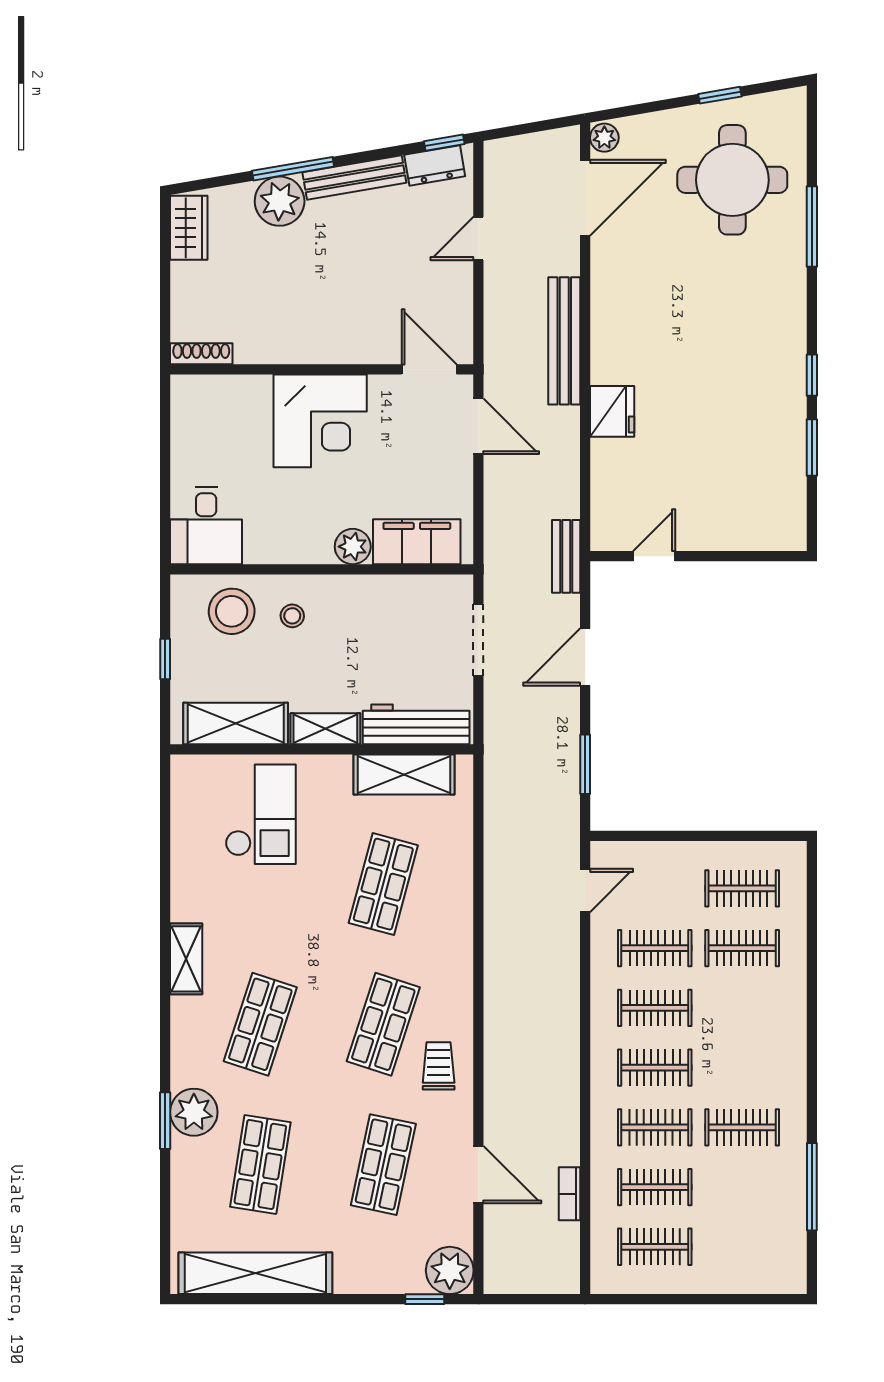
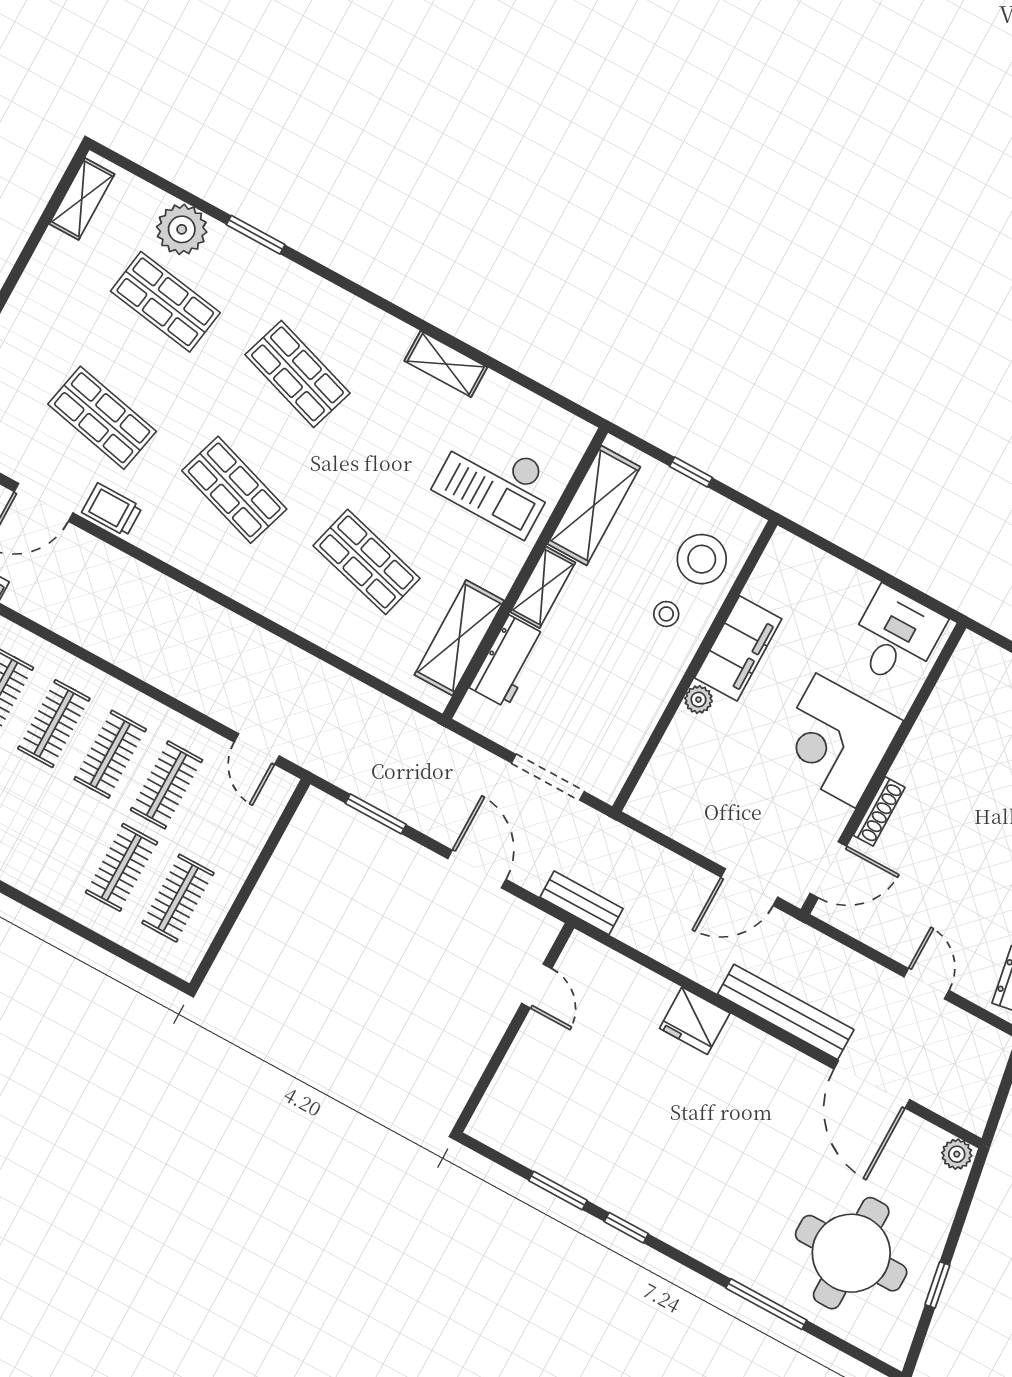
door: (585, 198) -> (872, 1084), moved
shoe rack: (201, 354) -> (879, 811), moved
desk: (206, 526) -> (896, 637), moved, turned 90
filing cabinet: (417, 542) -> (738, 648), moved
plant: (353, 547) -> (698, 700), width x0.73, depth x0.73
workbench: (416, 724) -> (508, 661), width x0.73
shelving: (186, 959) -> (446, 364), moved
trolley: (439, 1066) -> (112, 510), moved, turned 180
plant: (194, 1112) -> (182, 229), moved
shelving: (255, 1273) -> (82, 199), width x0.45, depth x0.75

